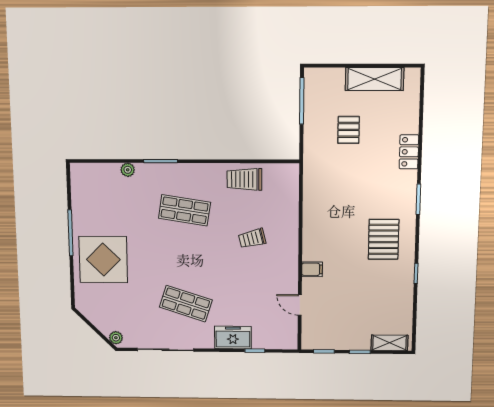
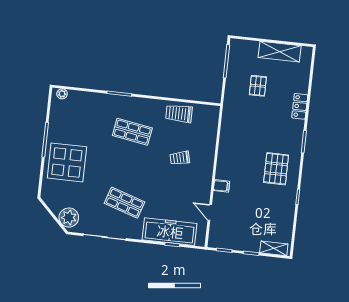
plant: (128, 170) -> (62, 94), moved
freezer: (233, 337) -> (170, 232), width x1.91, depth x1.26
plant: (116, 338) -> (69, 218), width x1.87, depth x1.87

